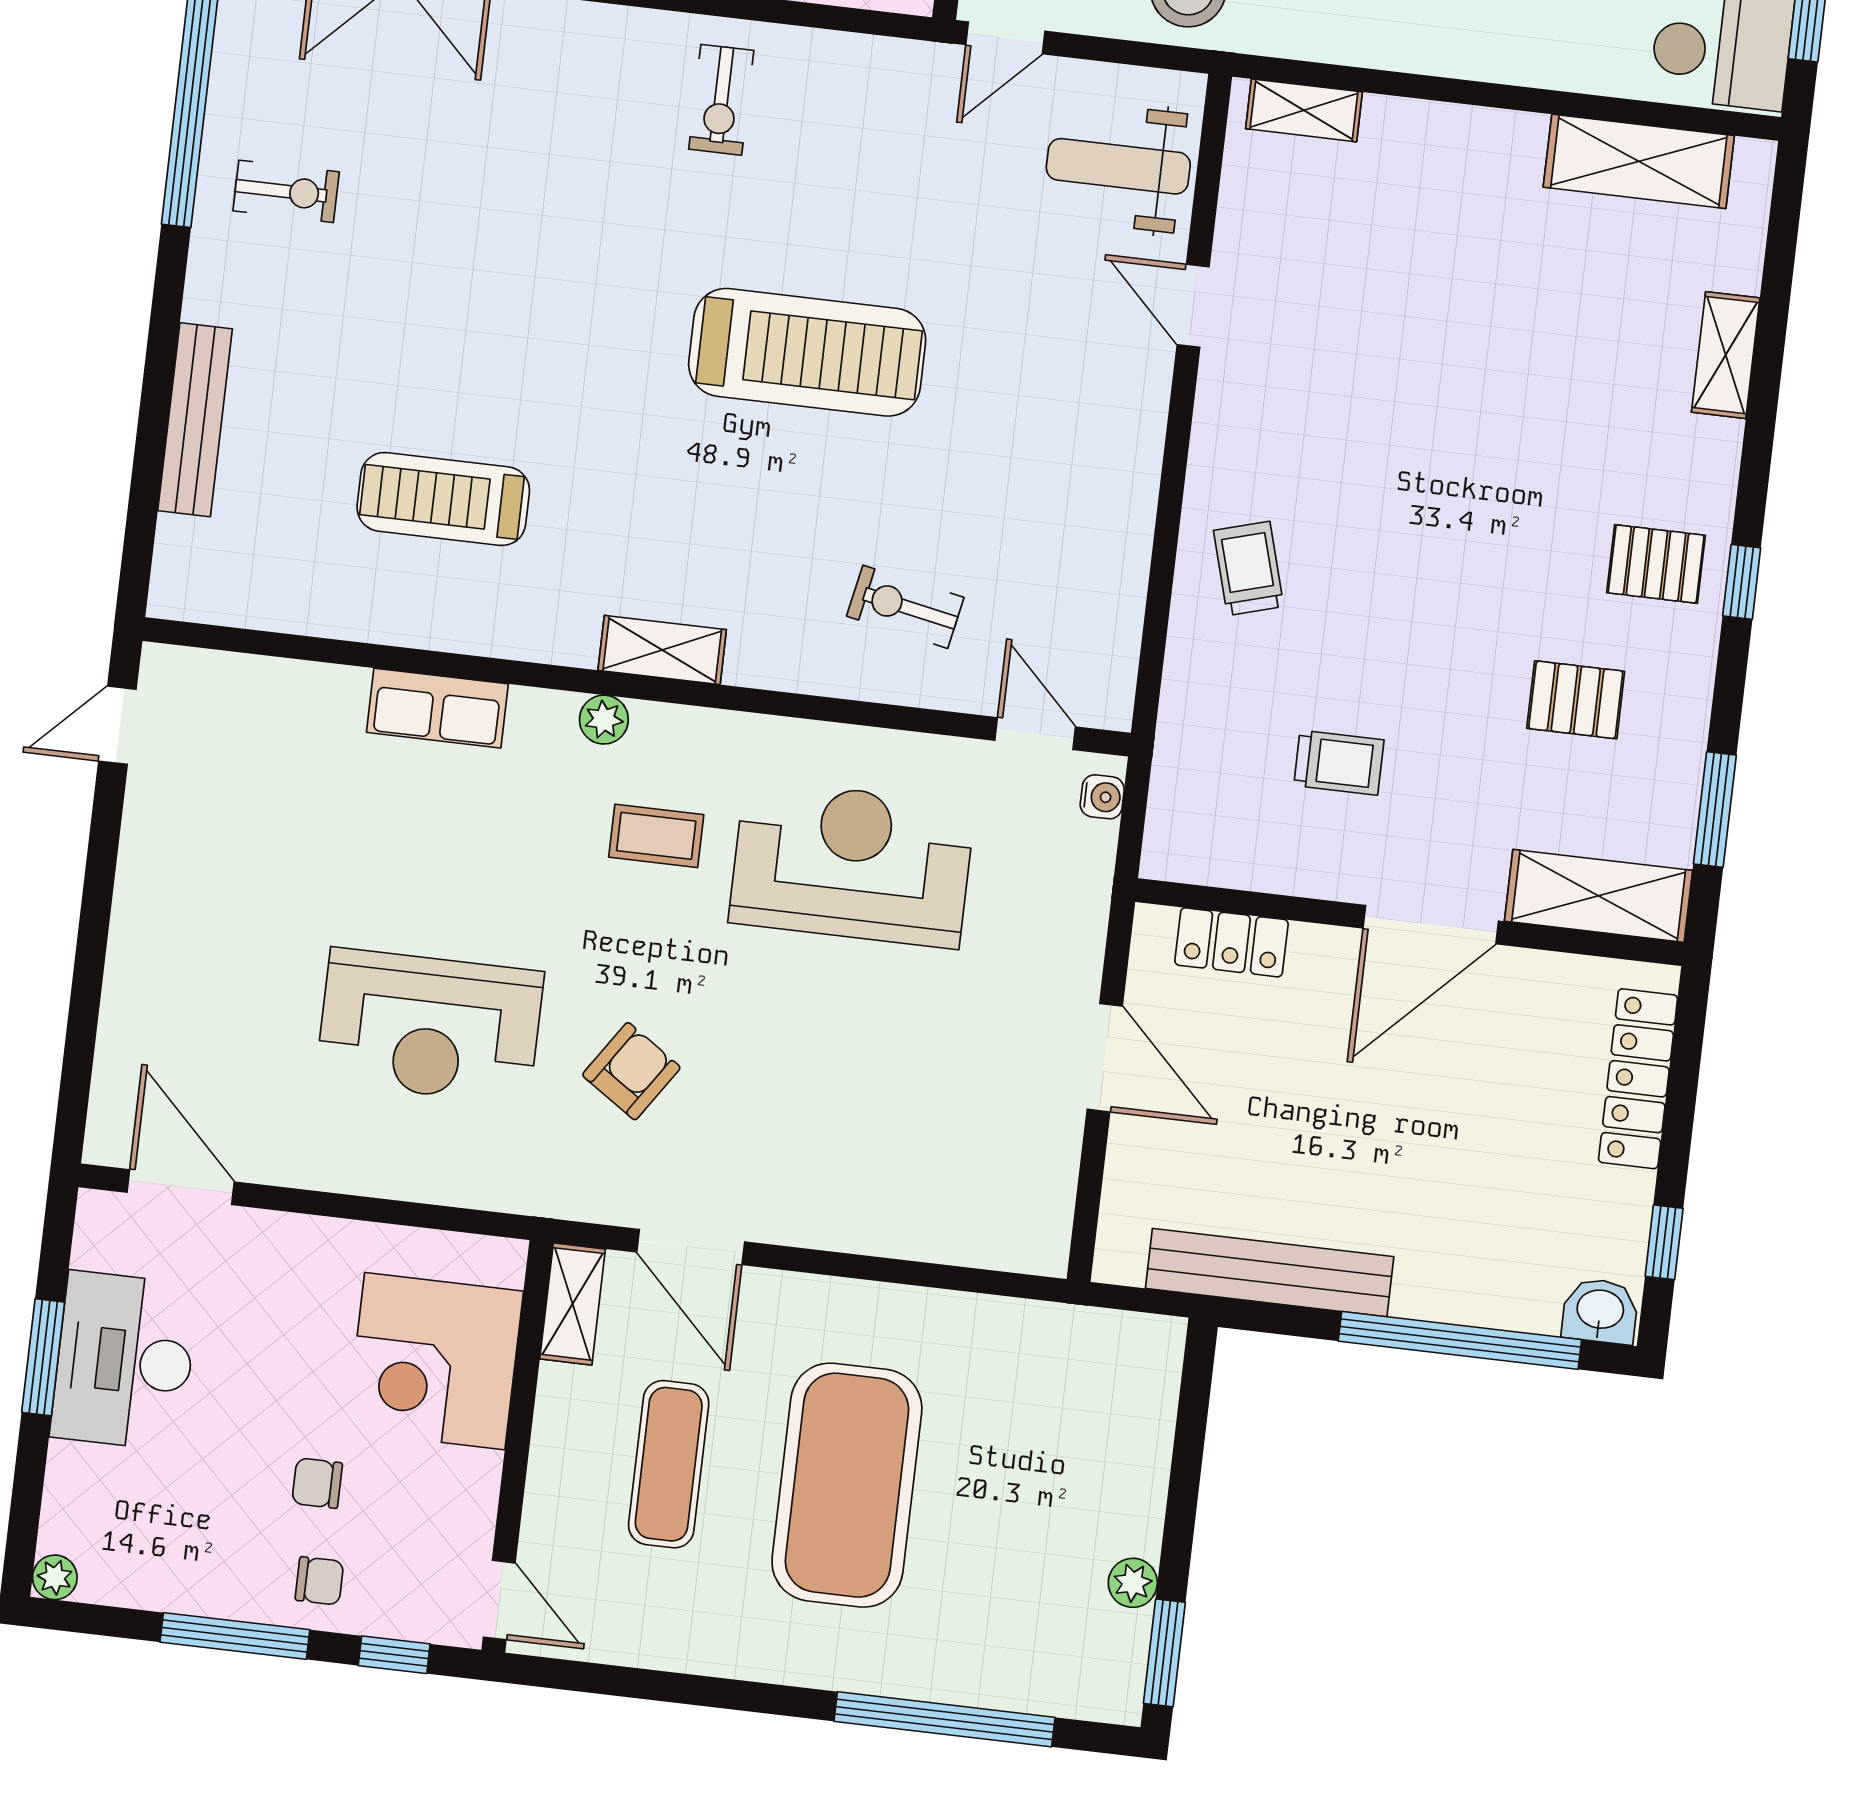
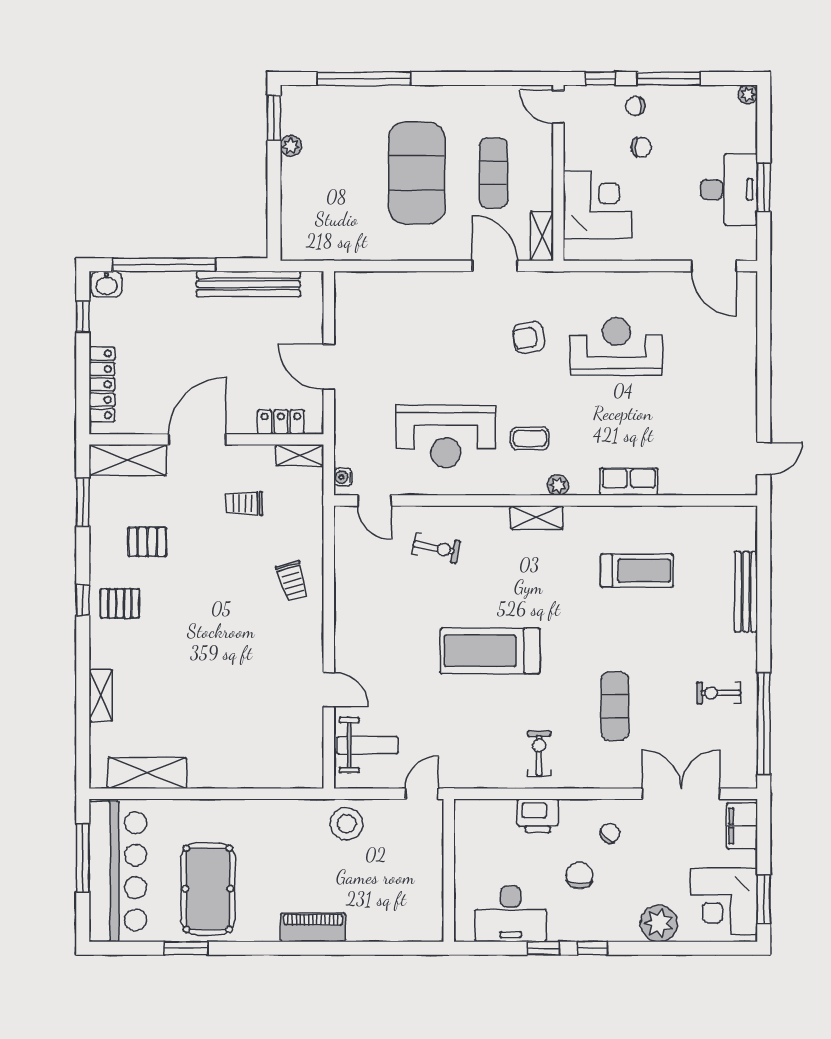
shelving: (1304, 110) -> (300, 455), moved
exercise mat: (532, 190) -> (615, 706), added
armchair: (631, 1071) -> (529, 338), turned 47

